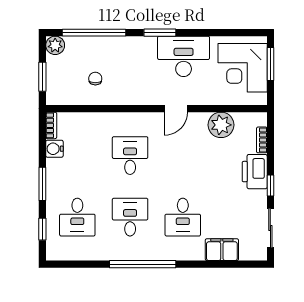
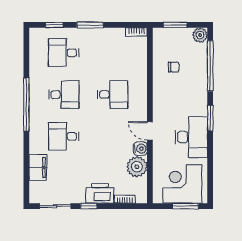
water cooler: (54, 149) -> (140, 149), moved, turned 90

